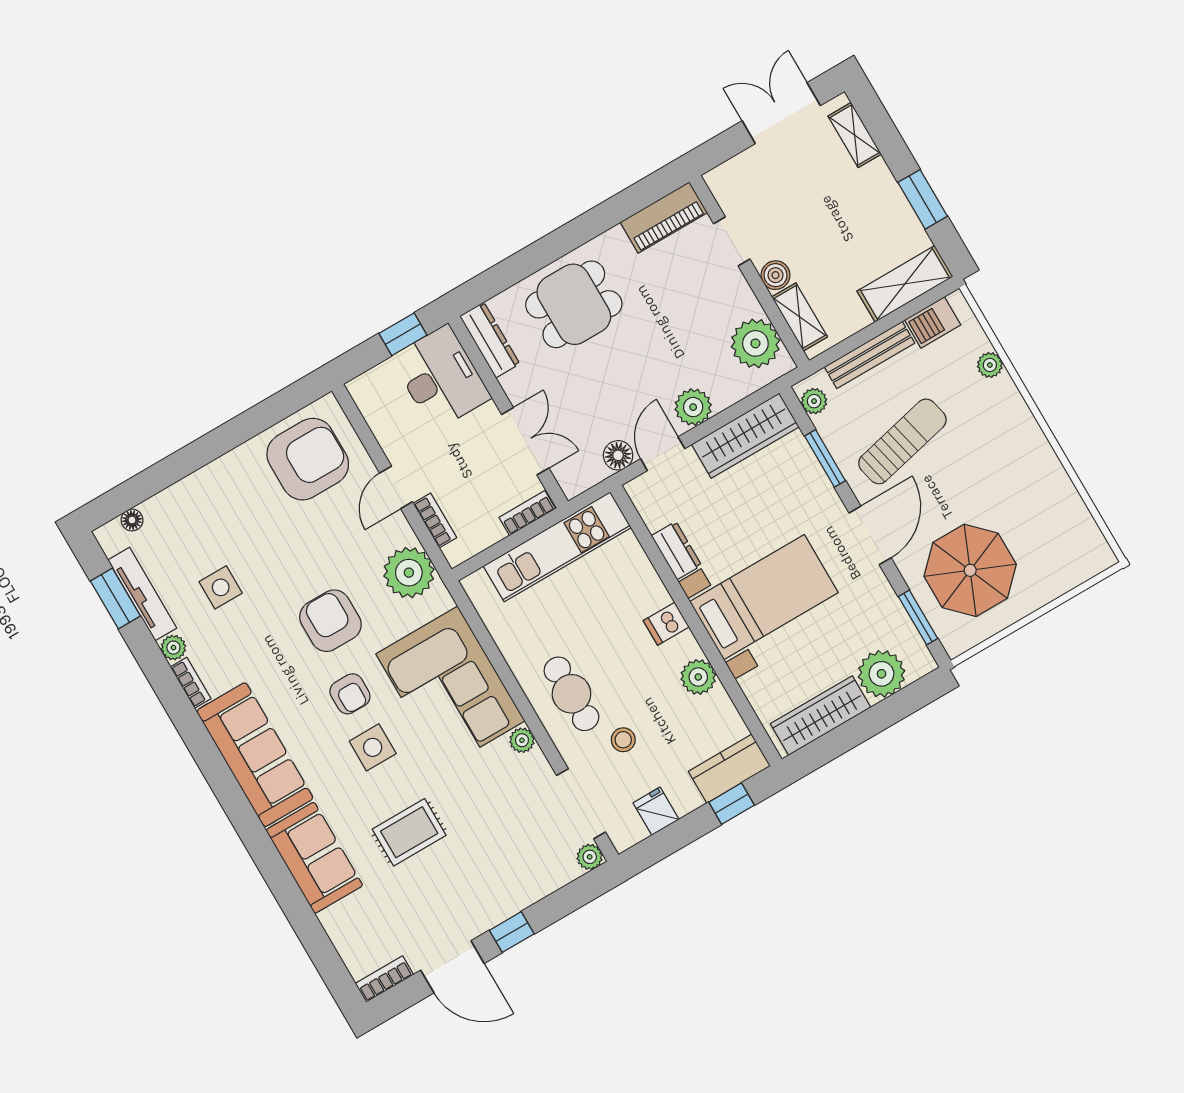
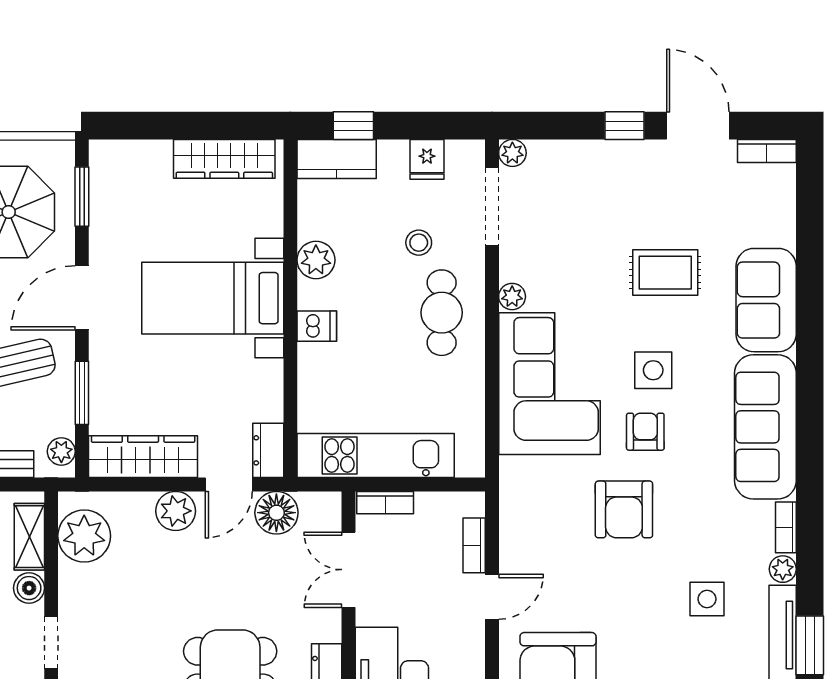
floor lamp: (618, 455) -> (276, 513), width x1.38, depth x1.38
dresser: (676, 551) -> (268, 450), moved
plant: (409, 573) -> (526, 511), removed
plant: (881, 674) -> (146, 164), removed

